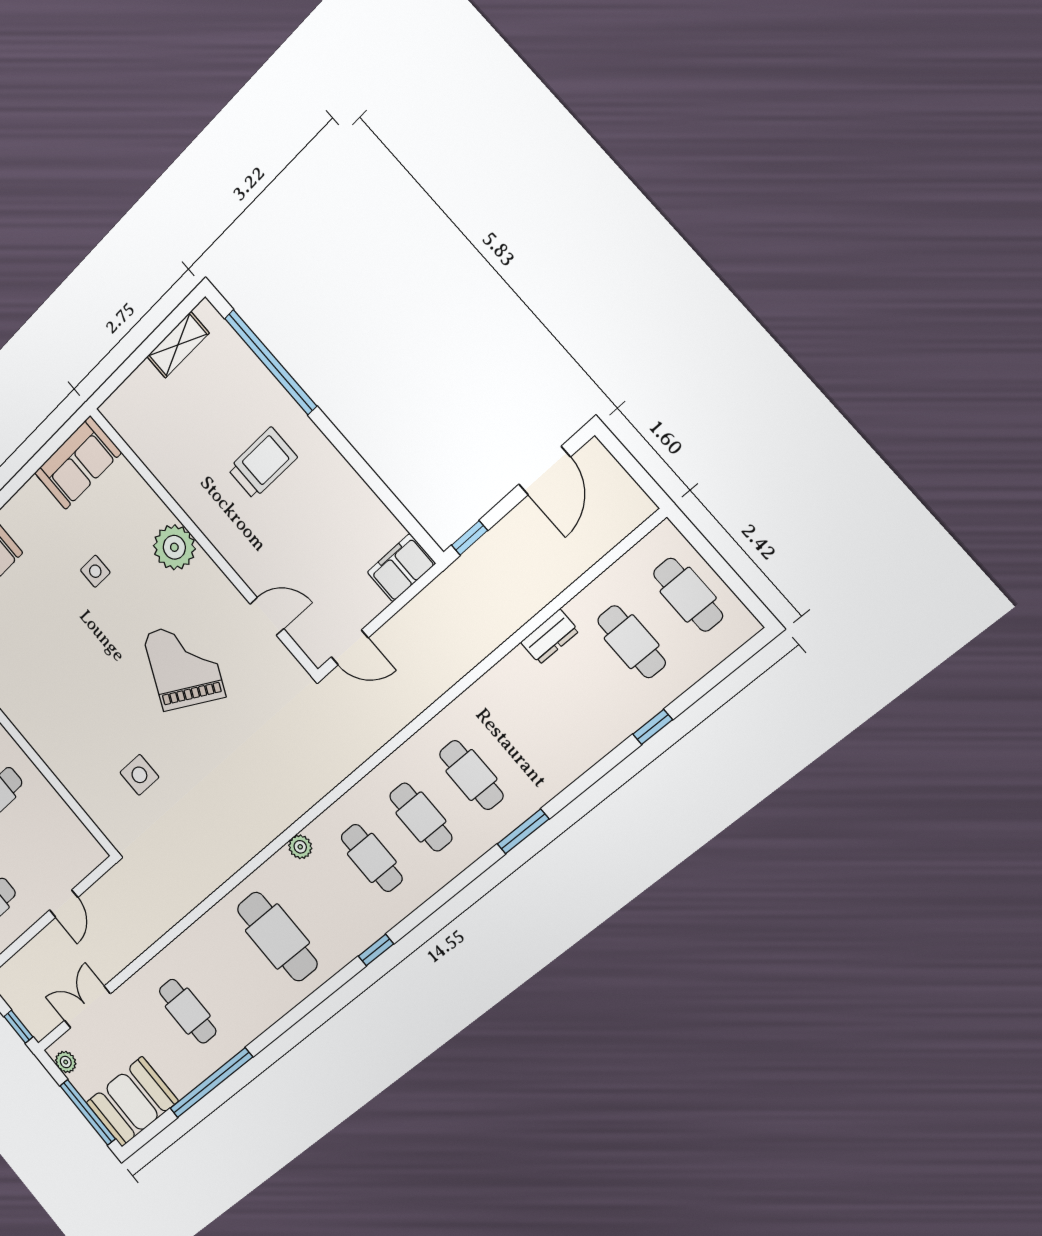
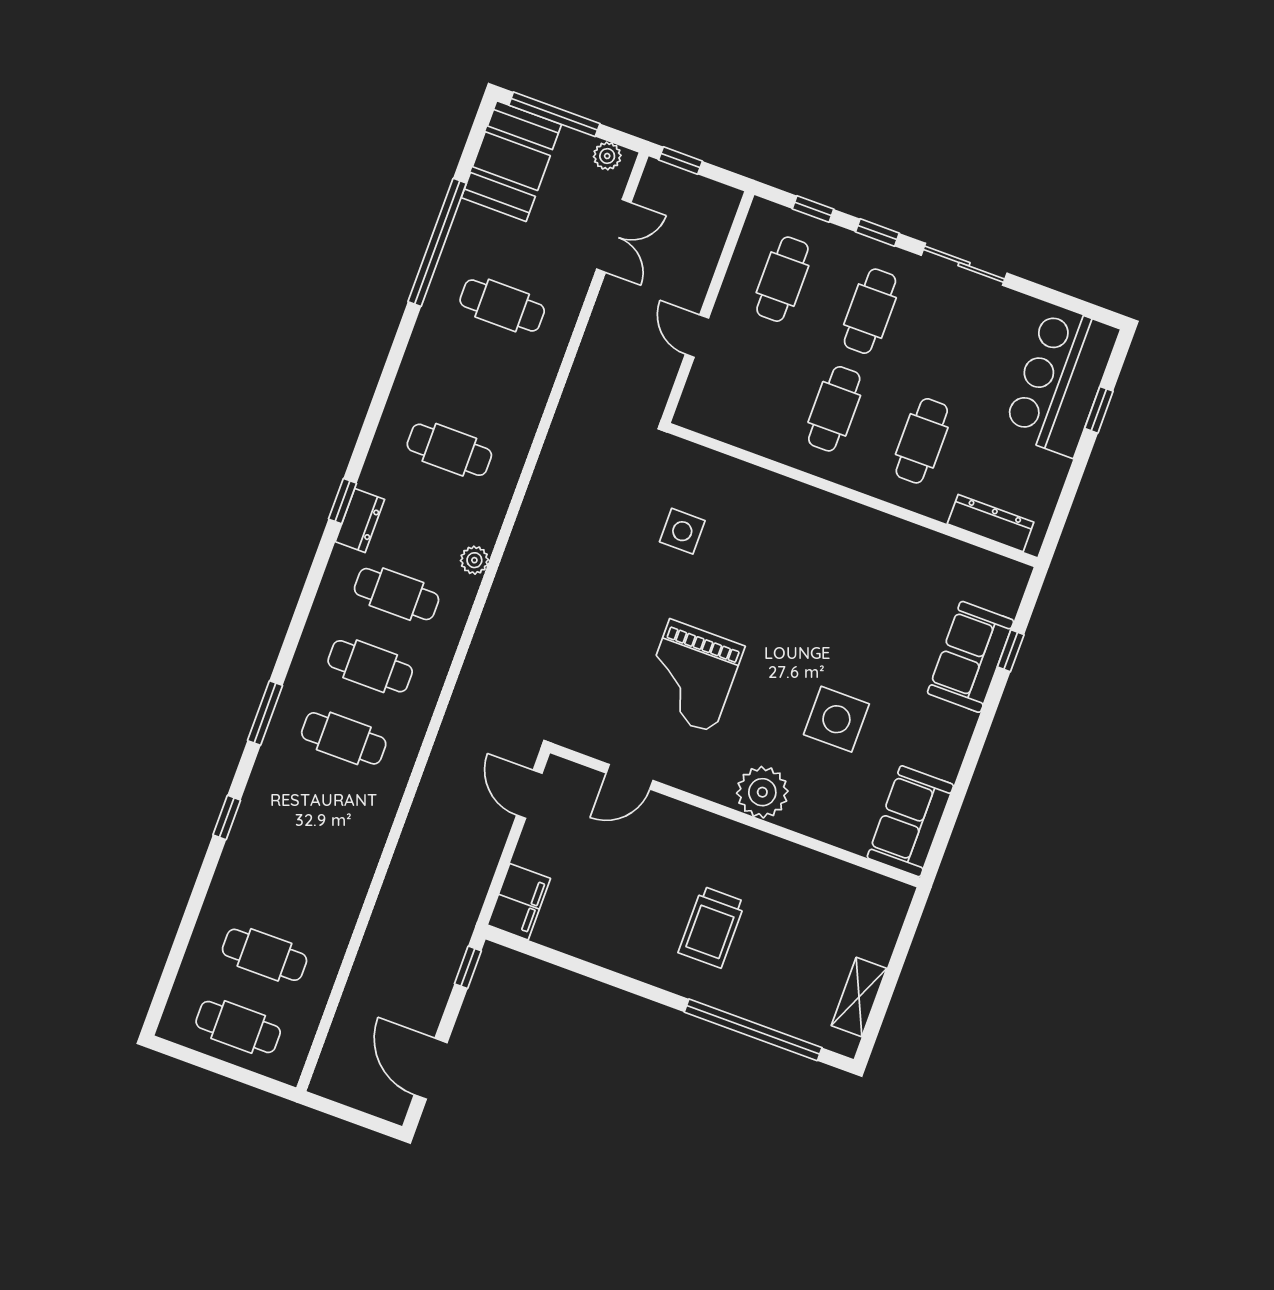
side table: (95, 571) -> (836, 719), width x1.87, depth x1.87
dresser: (550, 637) -> (360, 520), moved, turned 180
door: (350, 647) -> (529, 794), hinge flipped
grand piano: (184, 665) -> (691, 676), turned 63
window: (653, 727) -> (227, 818), moved
cafe table: (277, 937) -> (449, 450), width x0.73, depth x0.74

